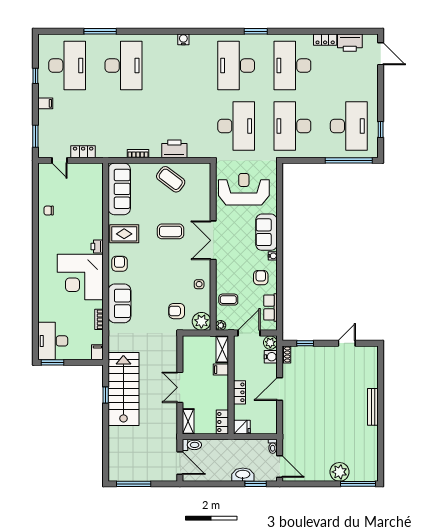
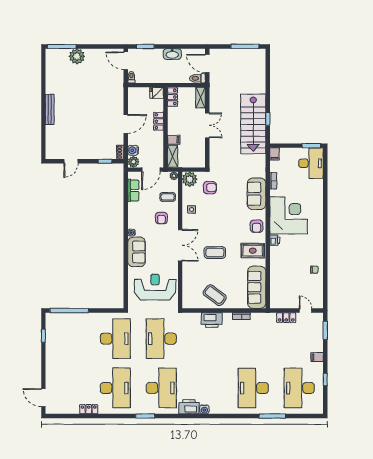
printer: (350, 43) -> (189, 407), moved
desk: (349, 126) -> (69, 339), removed
reception desk: (244, 189) -> (155, 287), turned 180
armchair: (261, 278) -> (161, 218), moved
washbasin: (243, 475) -> (172, 54), moved

